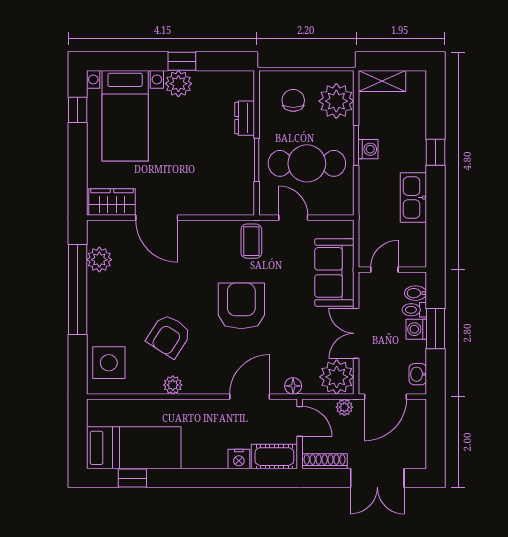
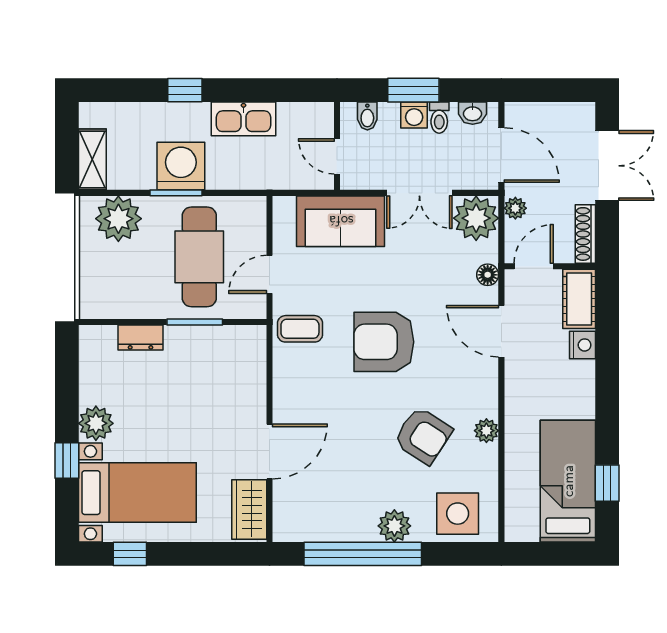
window: (182, 61) -> (67, 461), moved
chair: (293, 100) -> (118, 275), removed
washing machine: (368, 149) -> (181, 166), width x1.89, depth x1.89
plant: (99, 260) -> (394, 526), moved
toilet: (414, 310) -> (439, 118), moved

